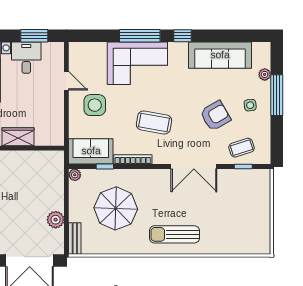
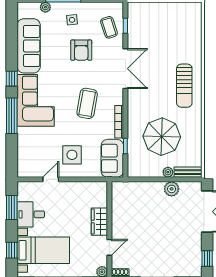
corner sofa: (137, 63) -> (36, 100), moved
armchair: (215, 116) -> (81, 50), turned -150
plant: (75, 175) -> (168, 172), moved

